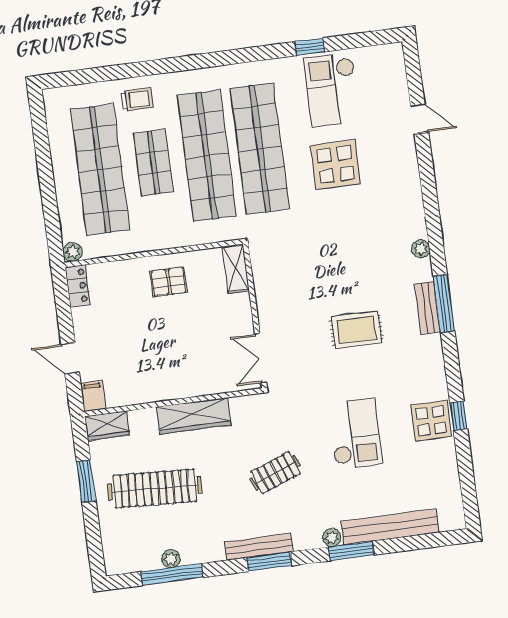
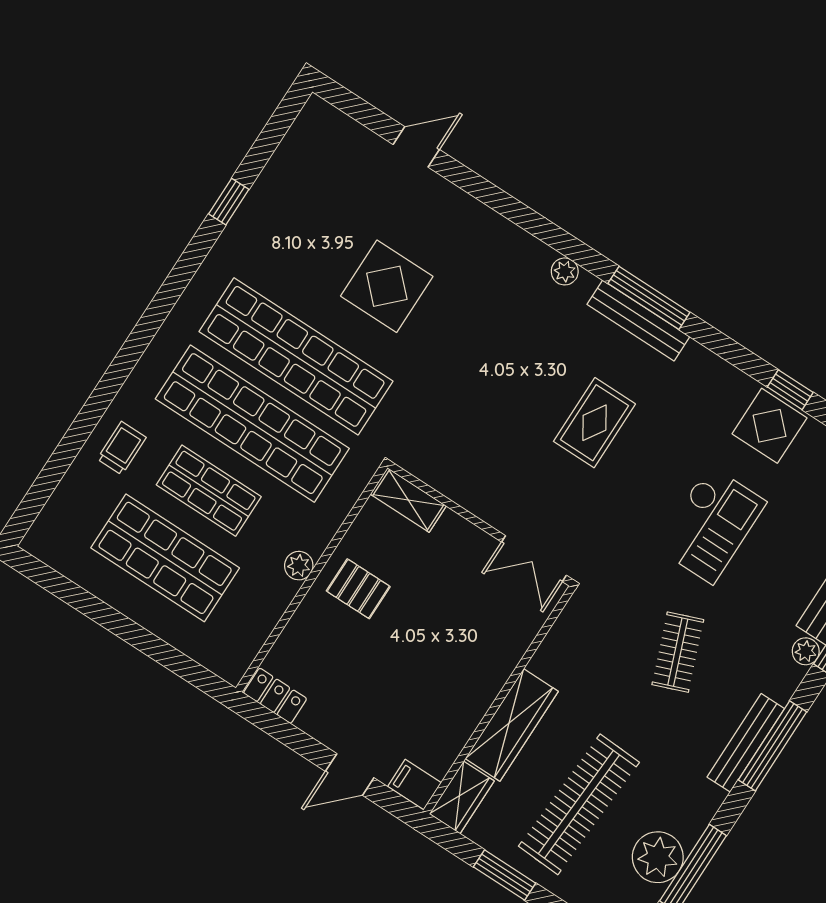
checkout: (332, 89) -> (299, 218), removed
shop shelf: (100, 170) -> (165, 558), width x0.71
plant: (73, 252) -> (299, 566), moved
pallet: (169, 282) -> (358, 589), turned 90
bench: (428, 308) -> (638, 321), width x1.36
wardrobe: (193, 416) -> (512, 725), moved
checkout: (355, 434) -> (711, 525), turned 90
plant: (171, 559) -> (658, 857), width x1.88, depth x1.88
window: (269, 562) -> (773, 746), width x1.44

